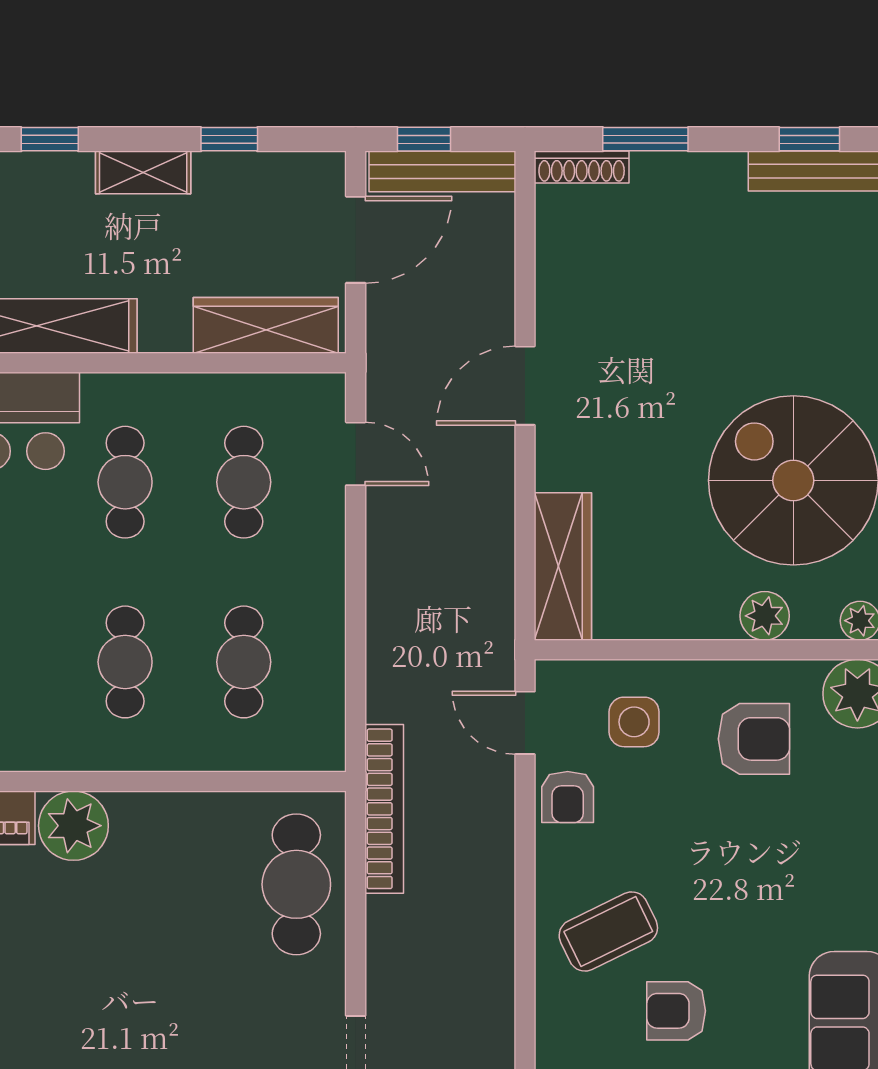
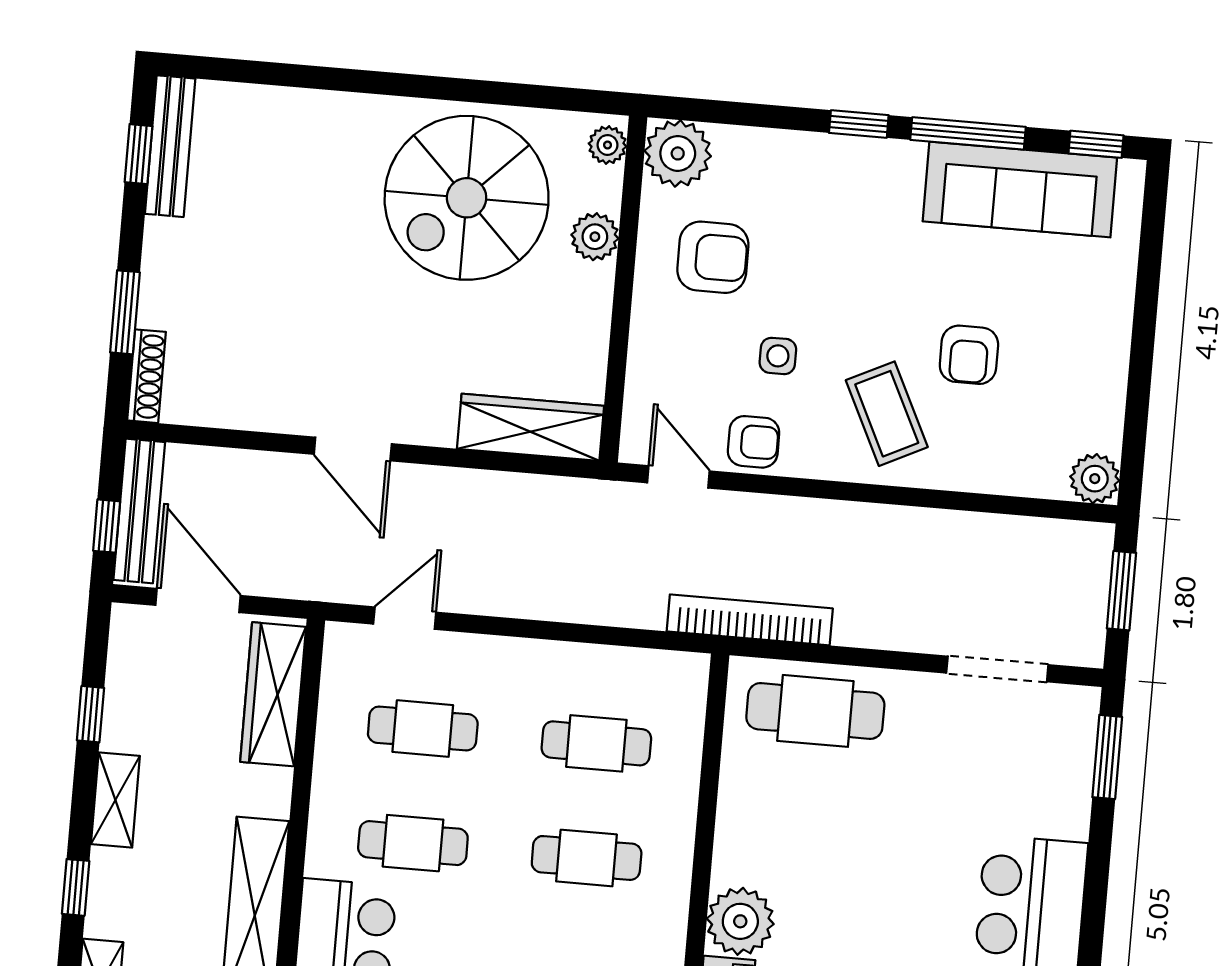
side table: (634, 722) -> (778, 356), moved, width x0.73, depth x0.73
door: (525, 723) -> (678, 477), swing flipped
armchair: (754, 739) -> (713, 257), turned 90

